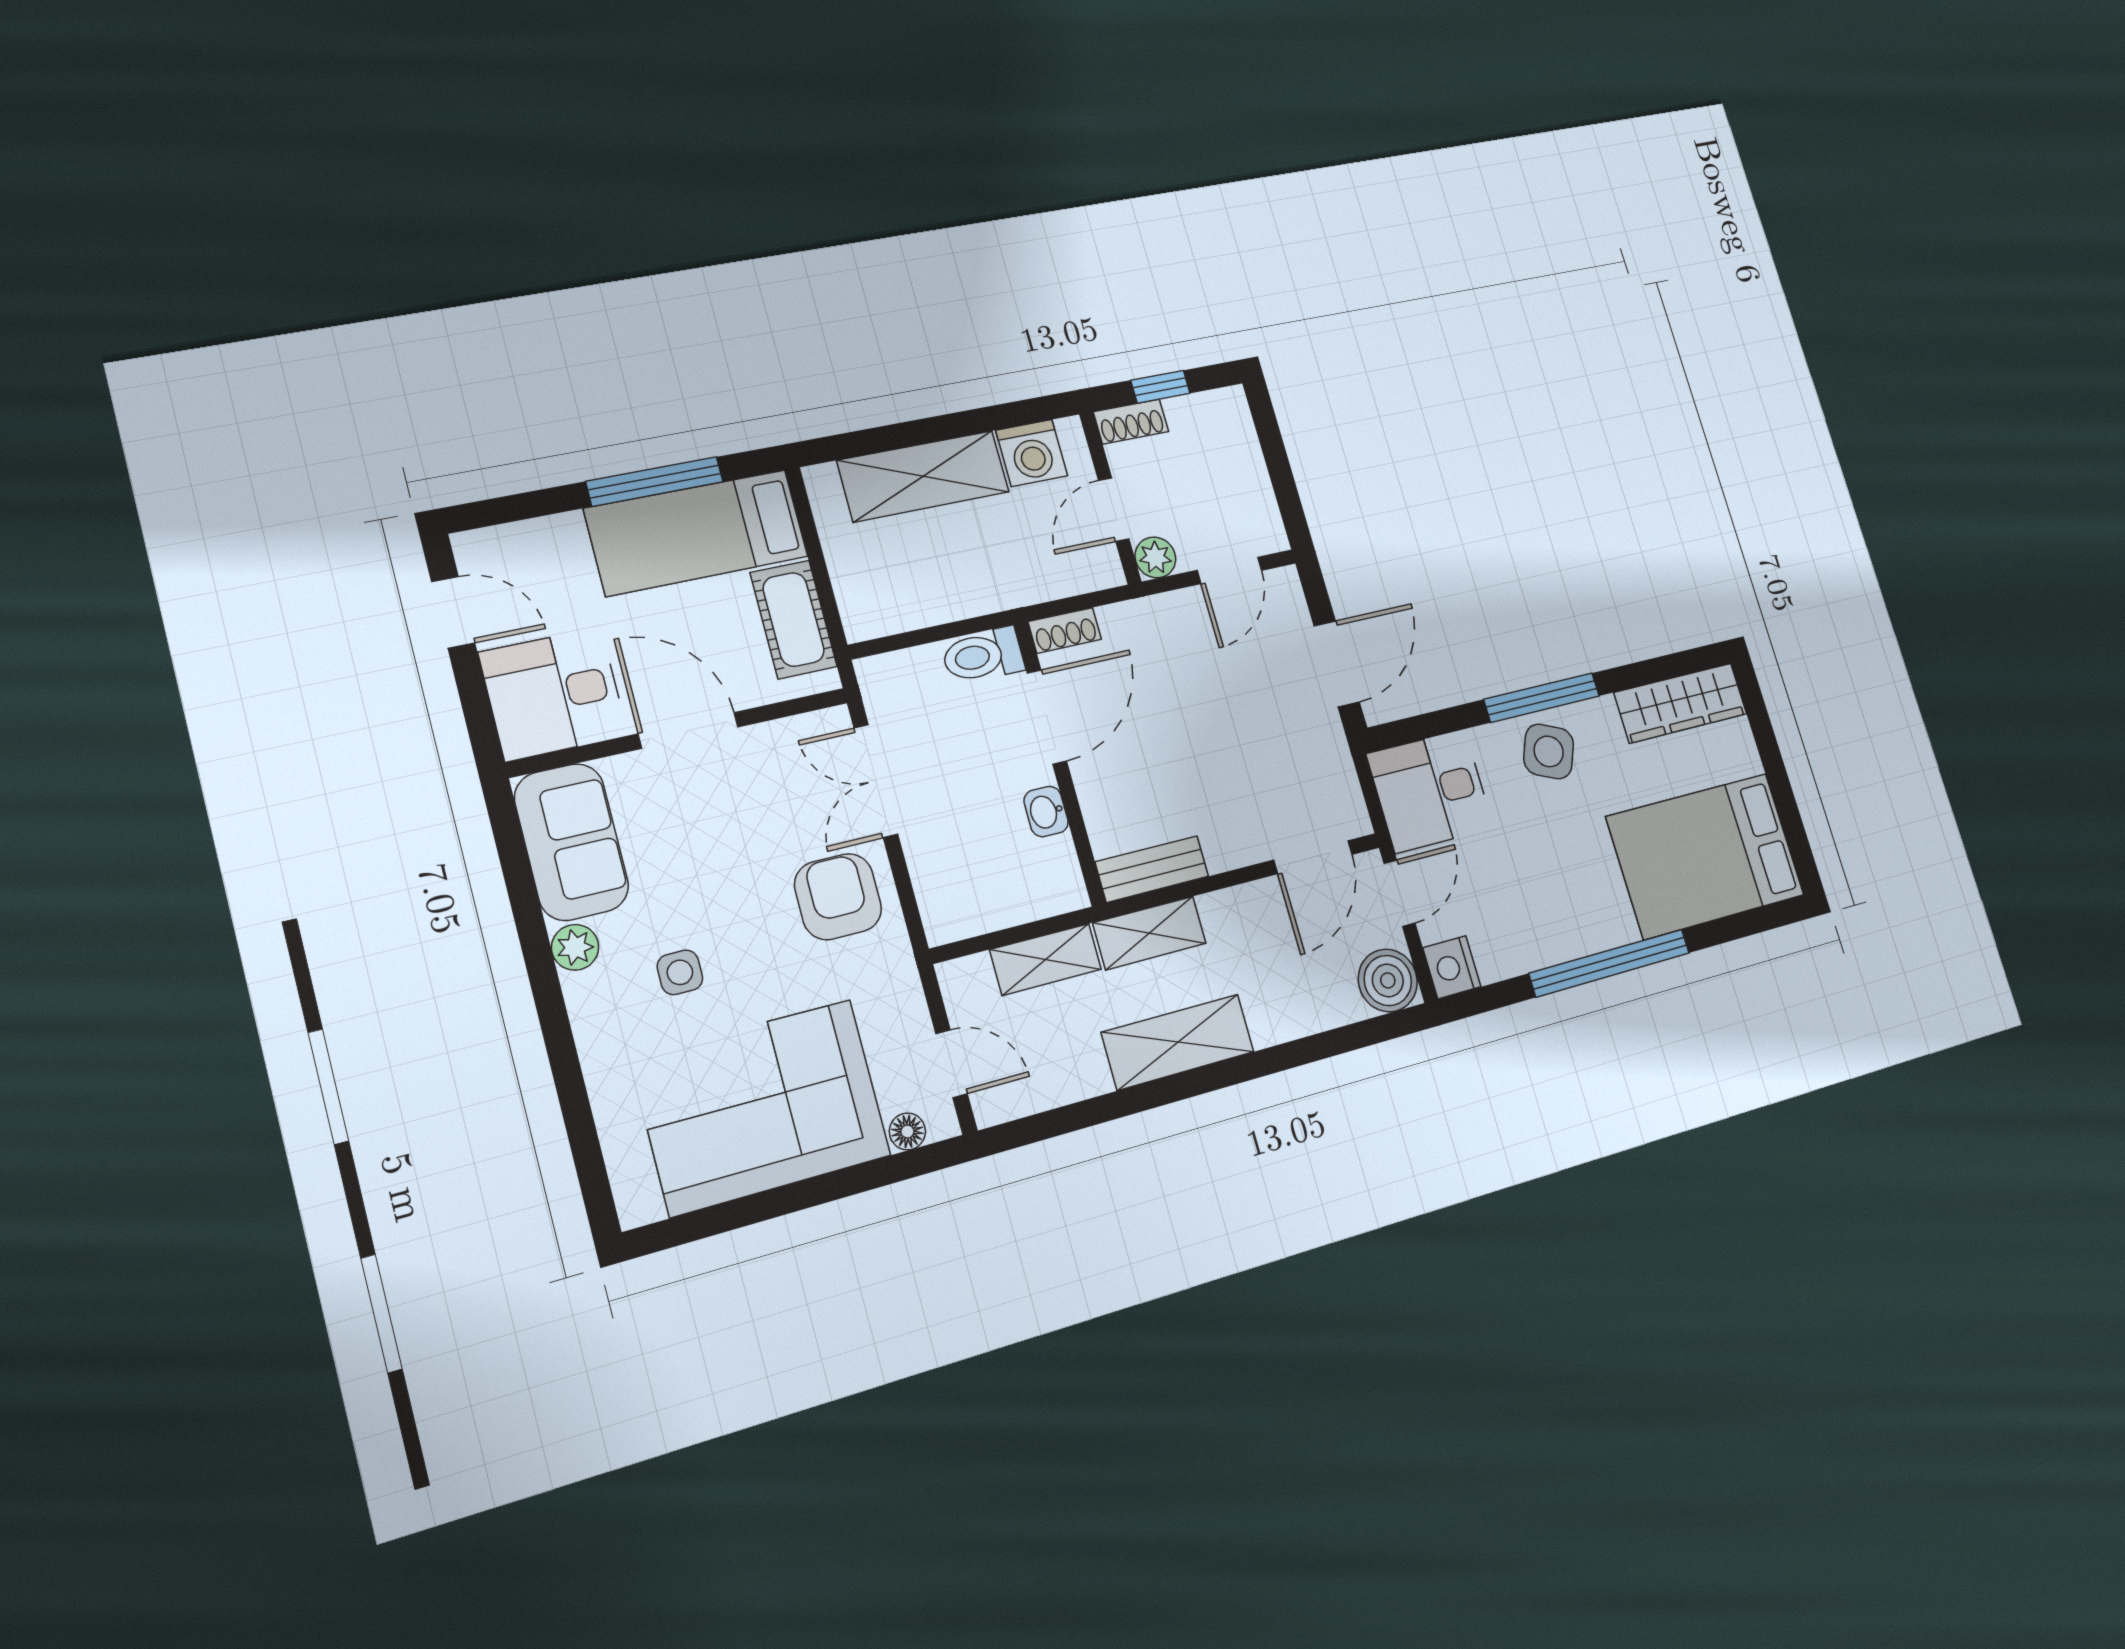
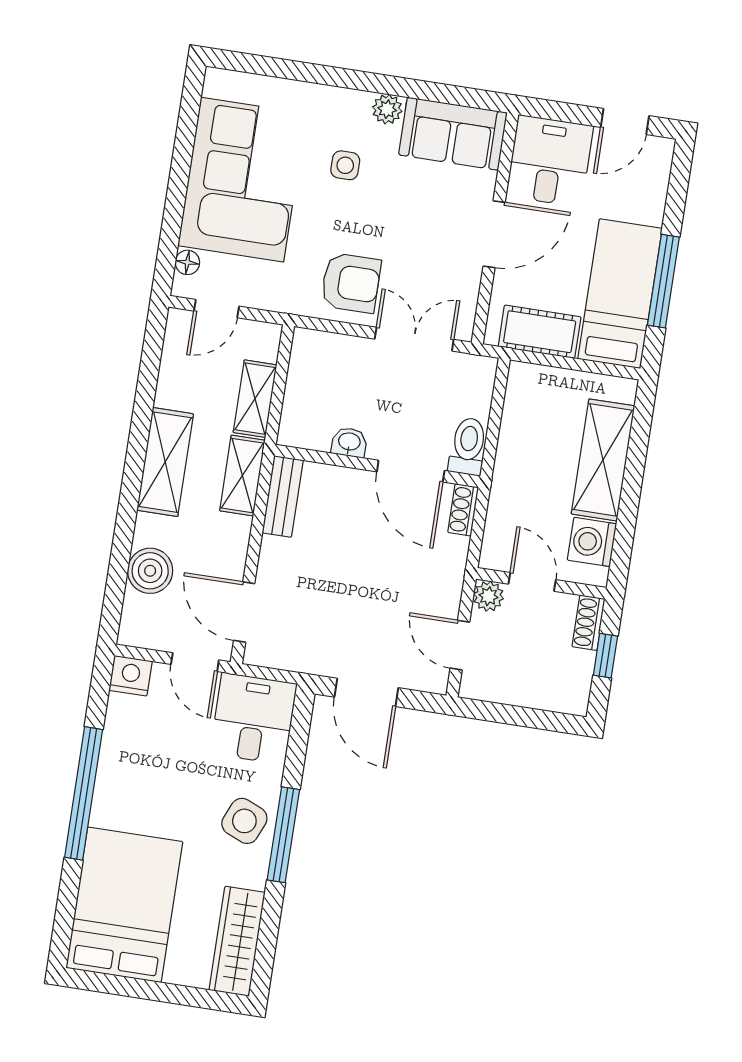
boiler: (1388, 980) -> (150, 571), moved

